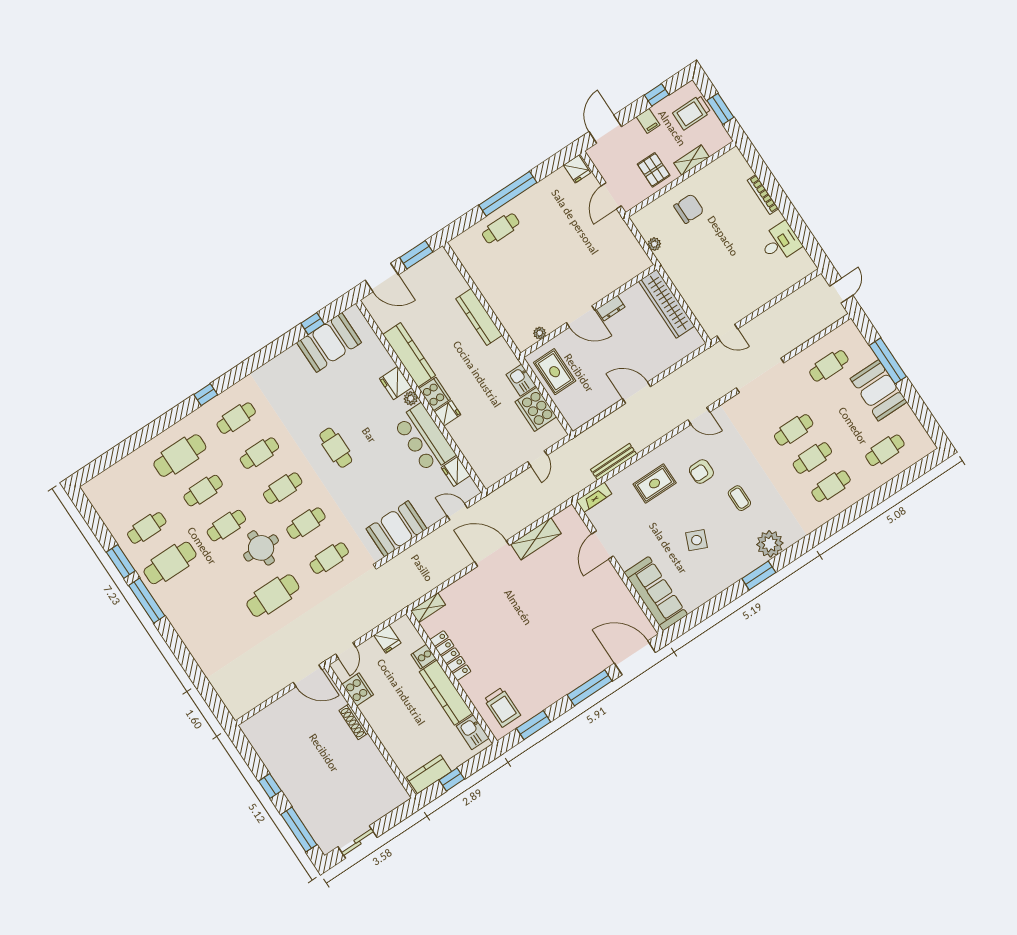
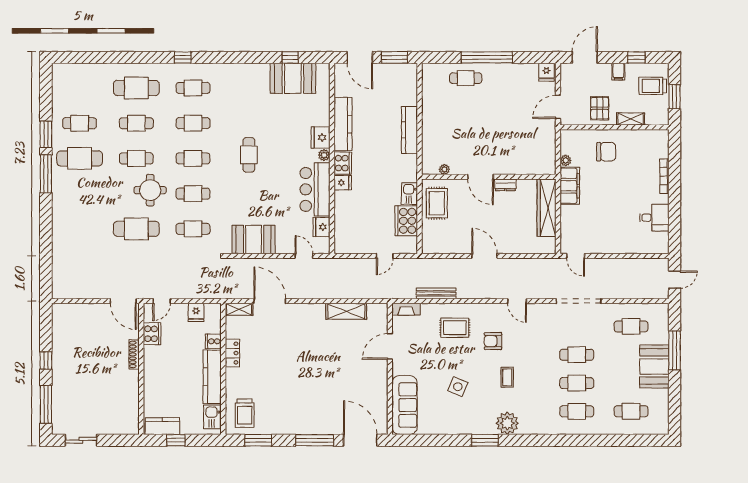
filing cabinet: (675, 267) -> (570, 186), added
door: (492, 553) -> (270, 301), moved
locker: (450, 656) -> (232, 353), width x0.66

